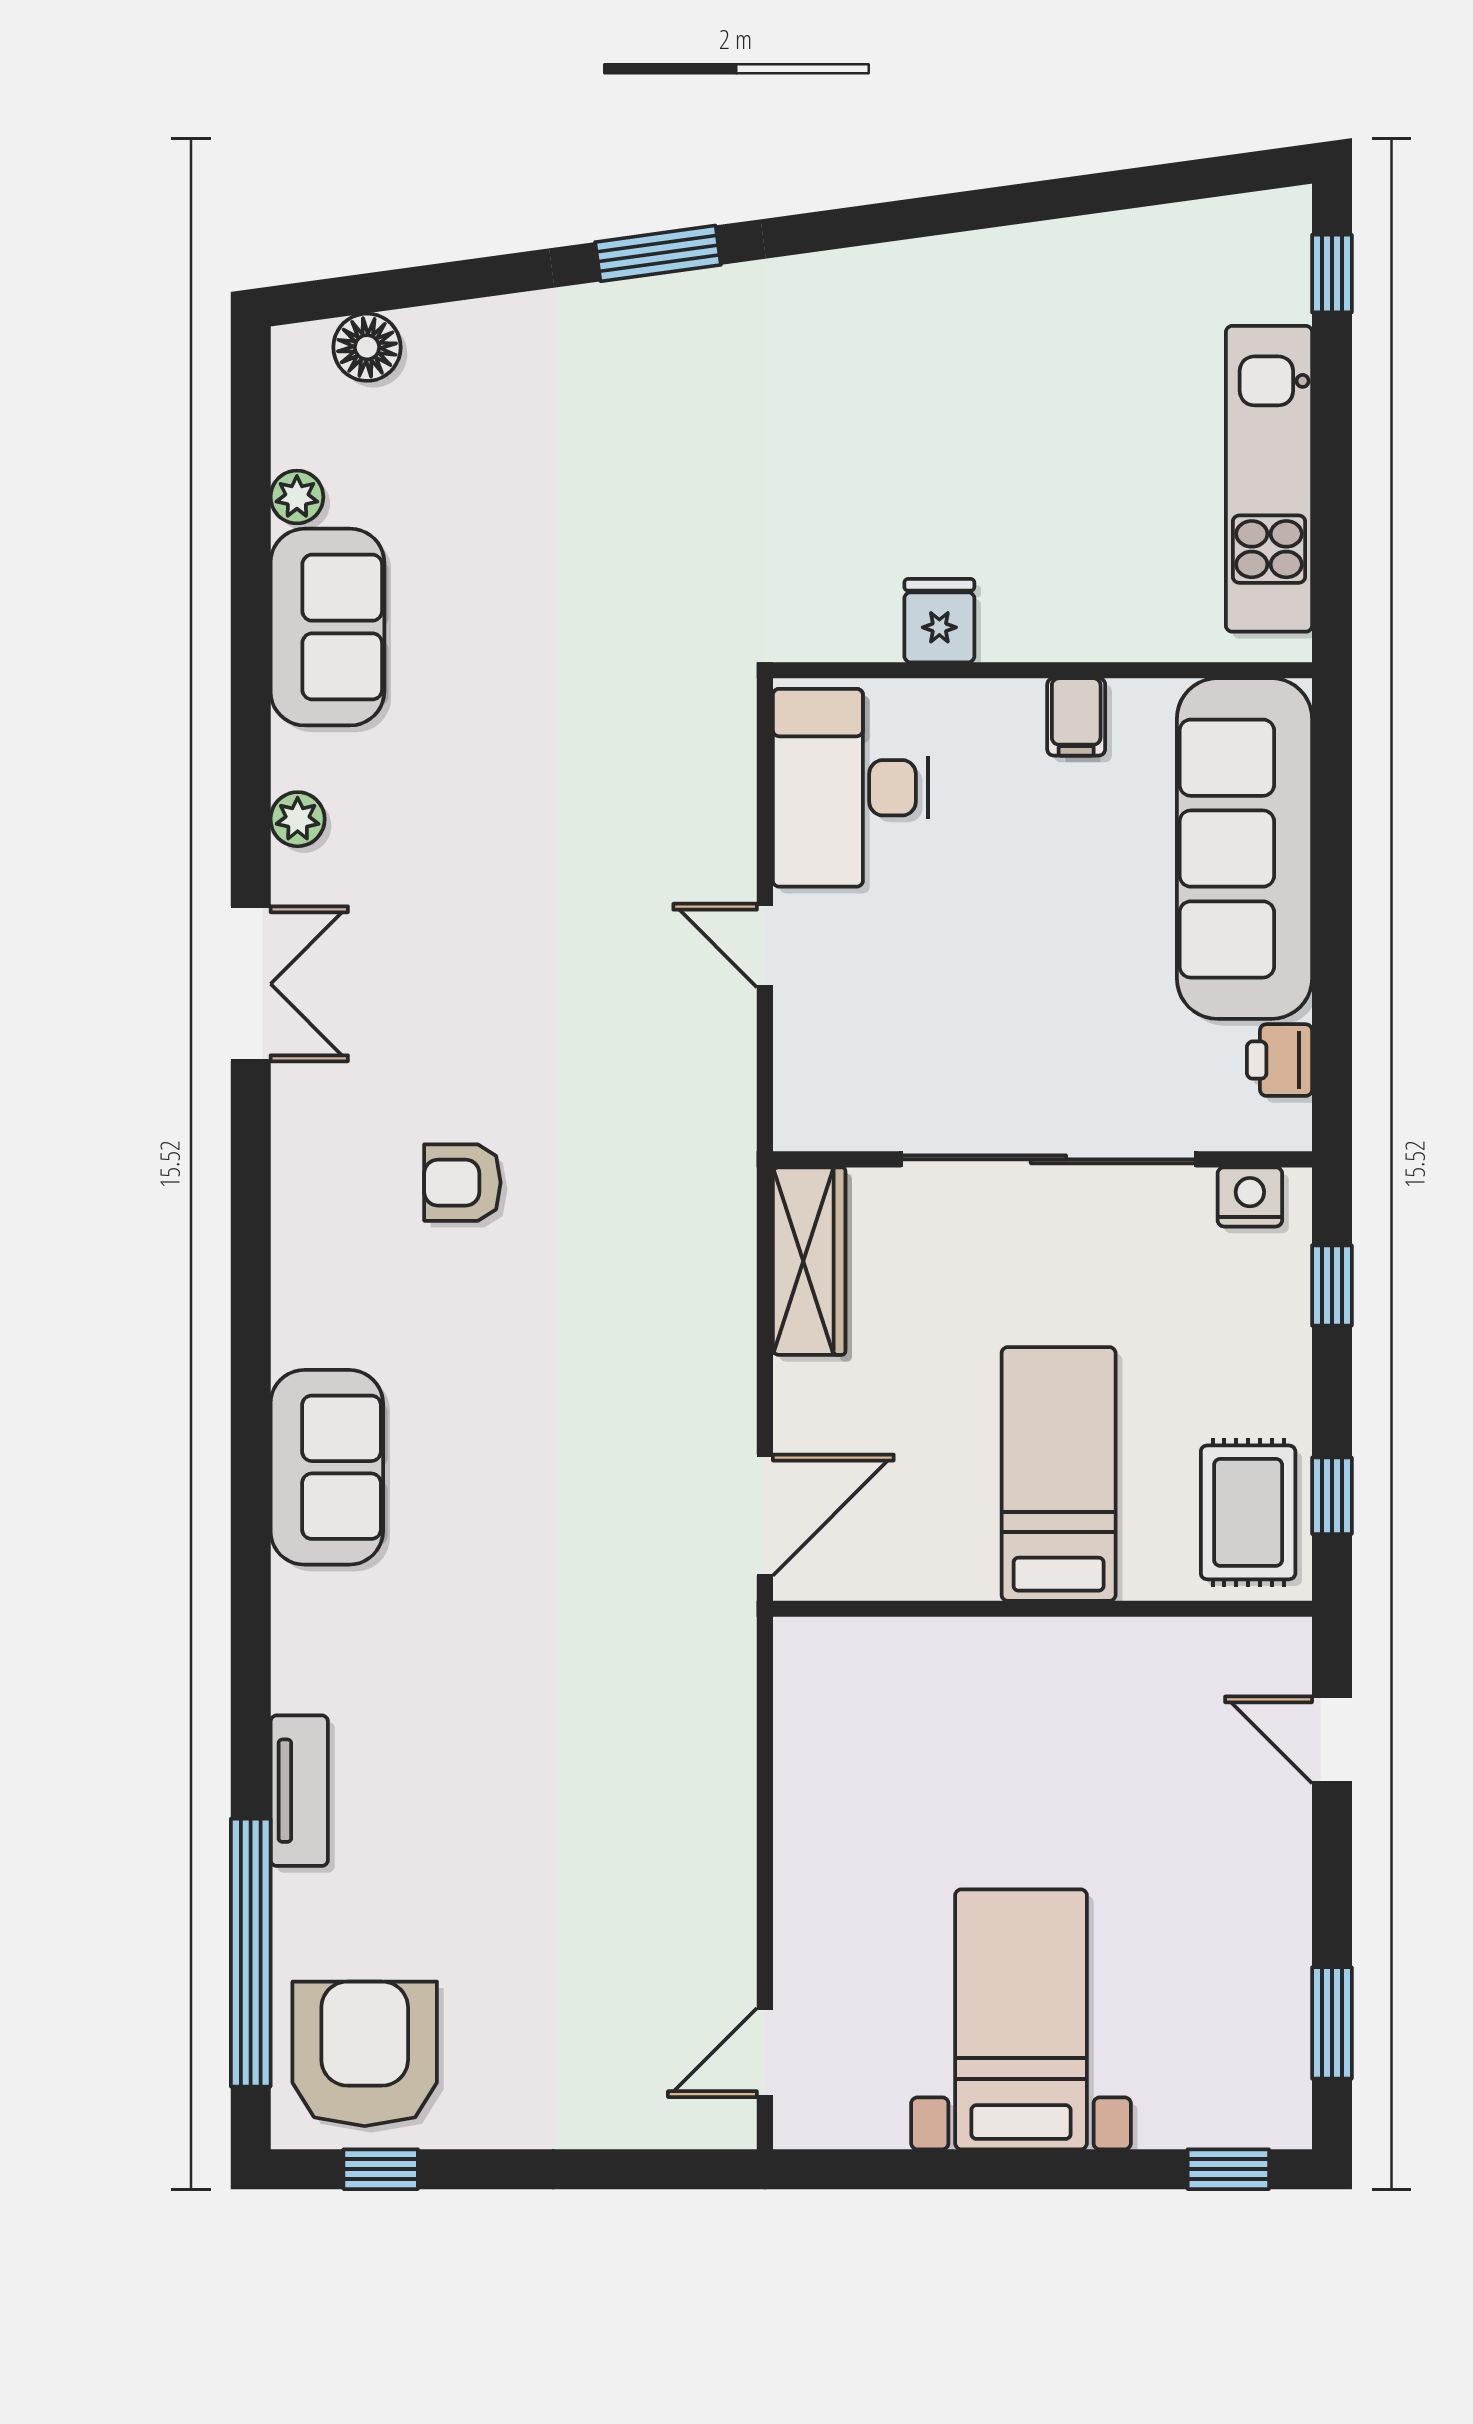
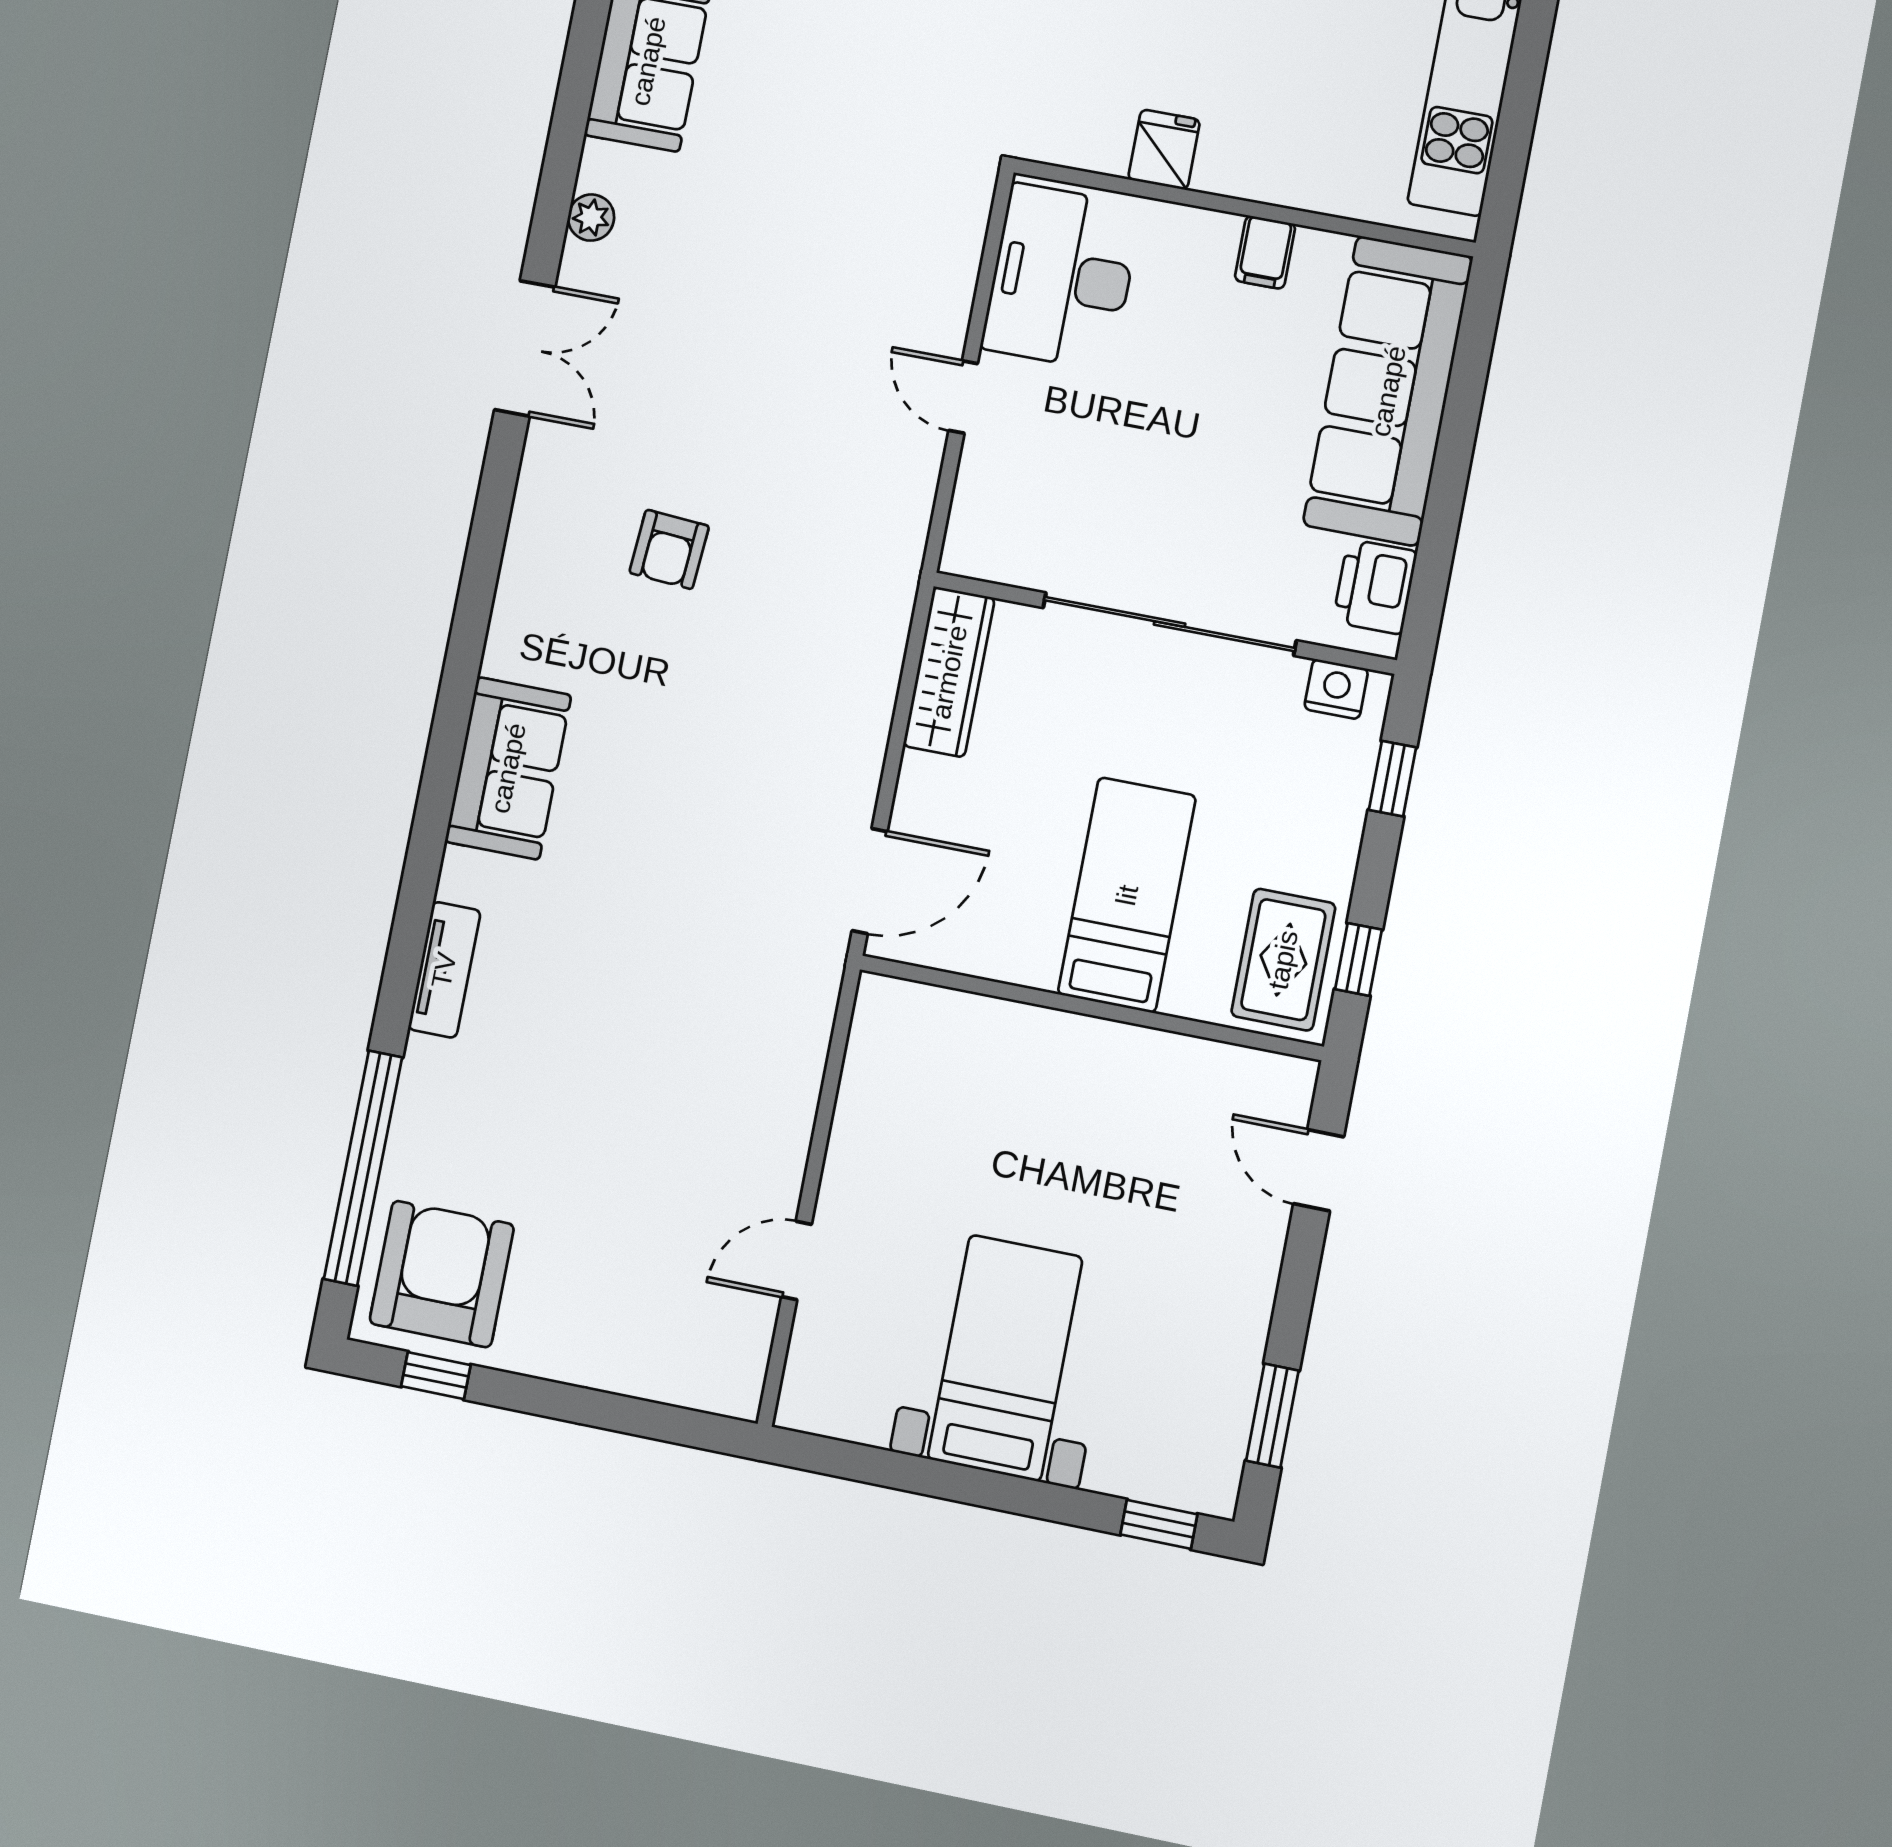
printer: (1280, 1060) -> (1375, 587), width x1.36, depth x1.24
armchair: (462, 1183) -> (669, 549), turned -86
tv unit: (299, 1791) -> (444, 970), moved
door: (765, 2053) -> (796, 1261), moved

